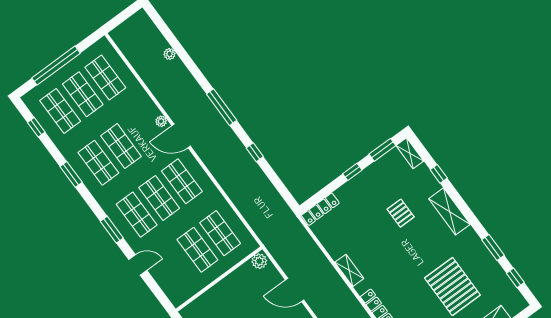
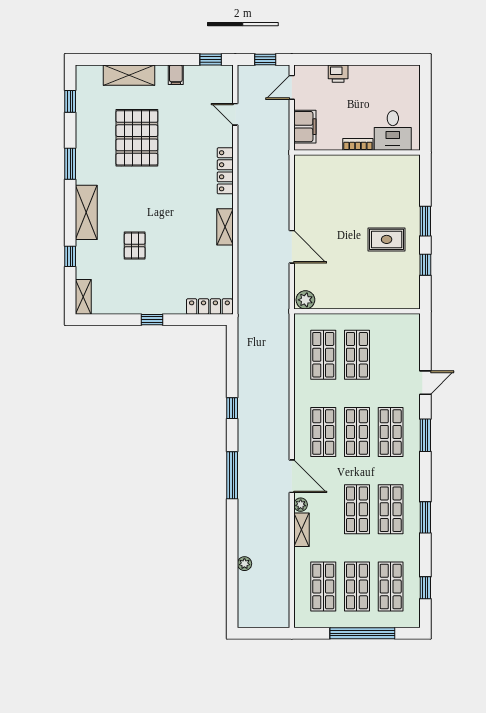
shelving: (148, 105) -> (301, 530), added
window: (382, 150) -> (107, 320), removed
window: (493, 248) -> (70, 164), moved
door: (138, 265) -> (425, 383), swing flipped

